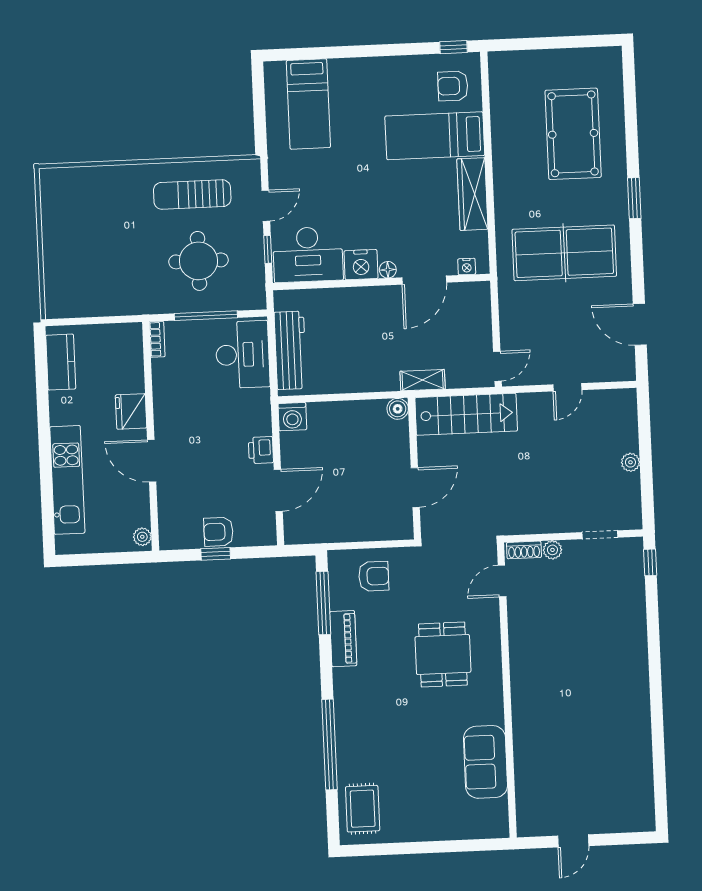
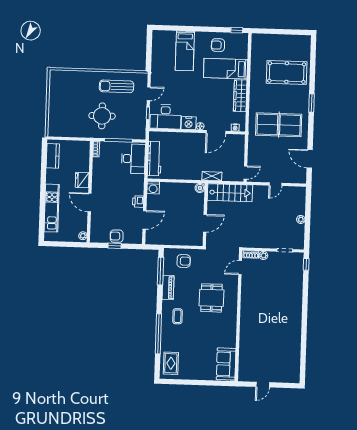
armchair: (453, 86) -> (218, 45), moved
bed: (308, 104) -> (185, 51), moved
pool table: (573, 134) -> (287, 73), turned 90
round table: (198, 261) -> (102, 116), moved
coffee table: (369, 702) -> (178, 316), added
sofa: (486, 762) -> (226, 364), moved

